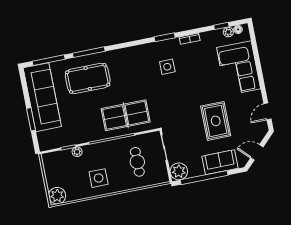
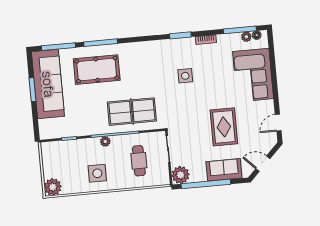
window: (221, 26) -> (240, 30), width x2.17
side table: (167, 67) -> (185, 76), moved
window: (31, 119) -> (33, 90), moved
plant: (77, 152) -> (105, 141), moved

